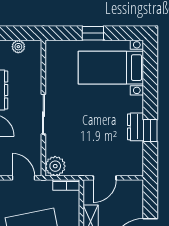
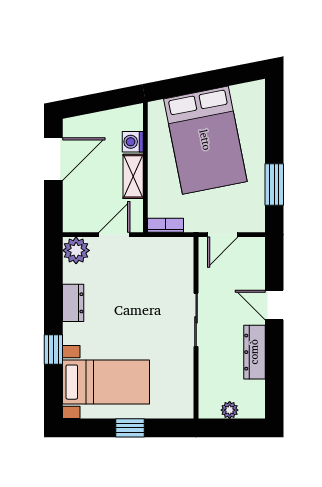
window: (150, 130) -> (53, 349), moved
plant: (55, 166) -> (76, 250), moved
door: (23, 178) -> (223, 235), hinge flipped

